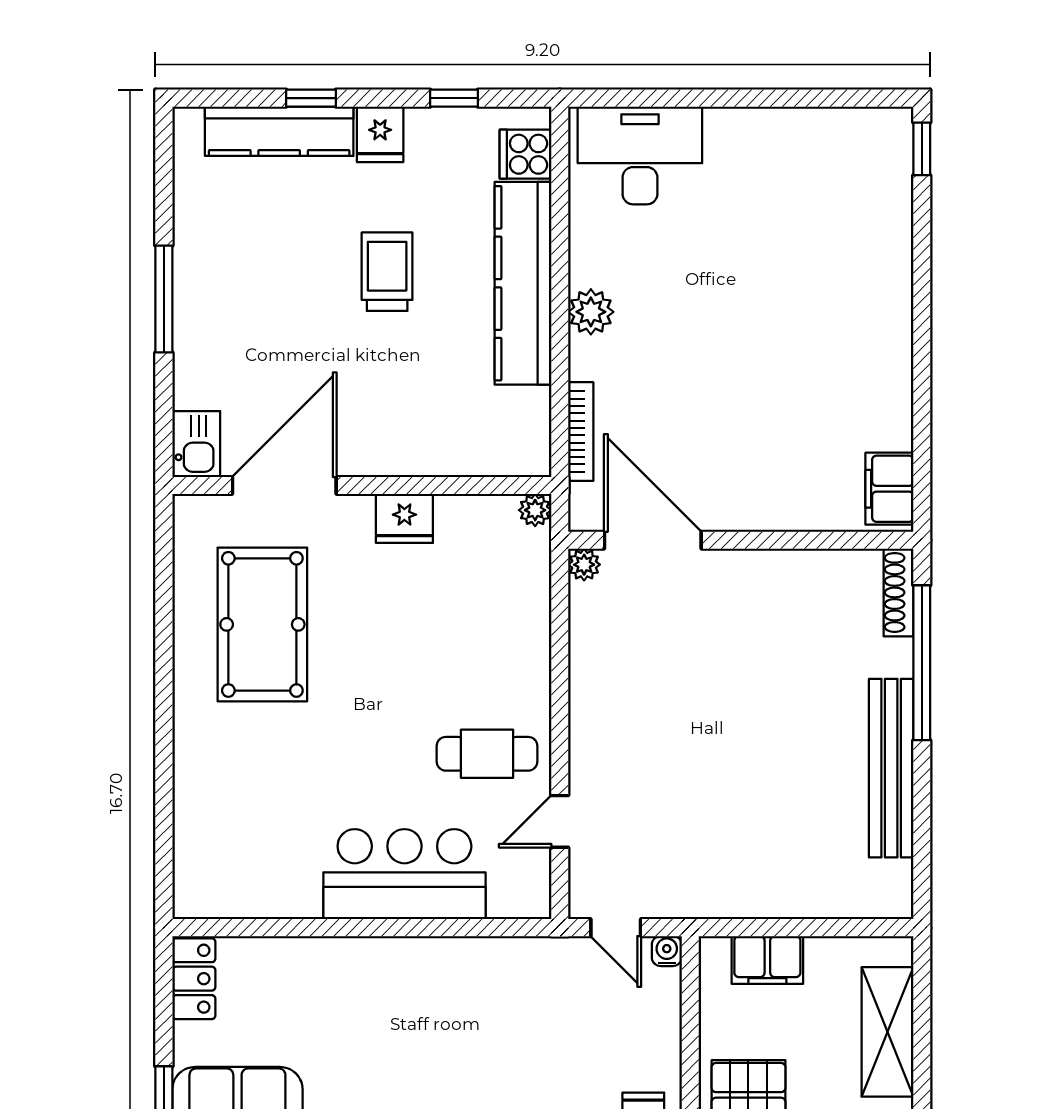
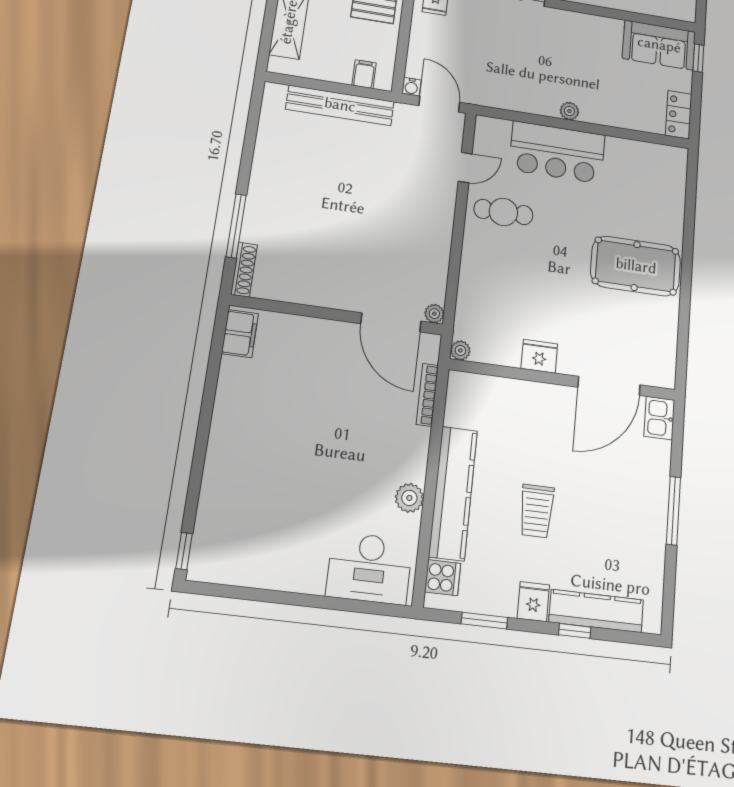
window: (454, 98) -> (484, 621), width x1.50
plant: (591, 312) -> (409, 498), moved
pool table: (262, 624) -> (636, 266), moved, turned 90
window: (922, 663) -> (236, 226), width x0.68
bench: (891, 768) -> (340, 105), moved, turned 90
door: (616, 928) -> (439, 104), width x1.38
plant: (389, 953) -> (569, 111), added
filing cabinet: (767, 960) -> (364, 74), width x0.50

